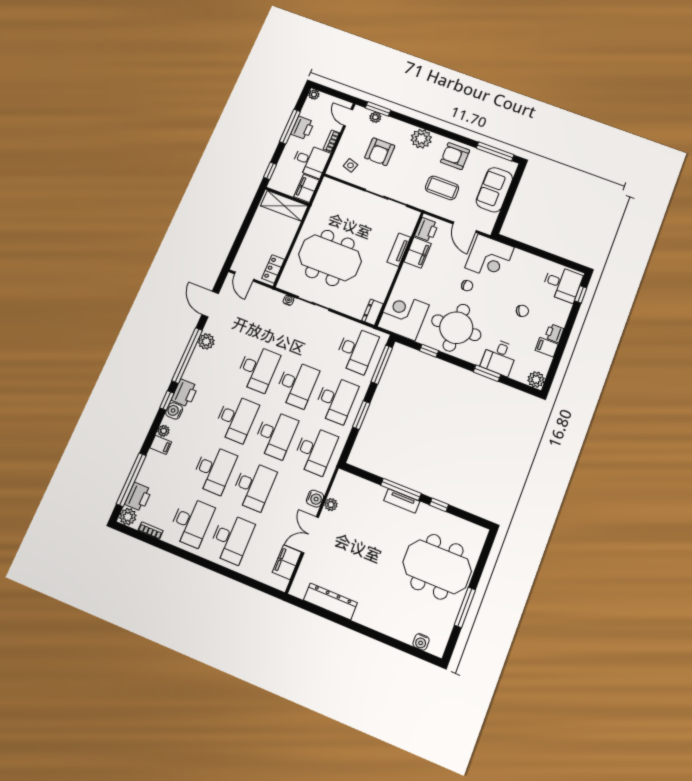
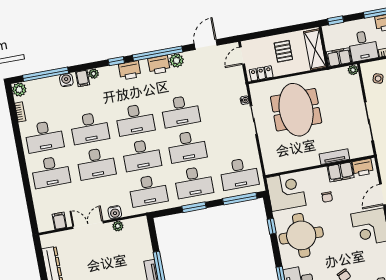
plant: (327, 183) -> (353, 70), added
pallet: (266, 236) -> (283, 51), added
chair: (467, 286) -> (327, 197), moved
dresser: (373, 312) -> (275, 167), removed
water cooler: (174, 411) -> (66, 80), moved
printer: (138, 497) -> (159, 65), moved
filing cabinet: (287, 562) -> (59, 221), width x0.50

